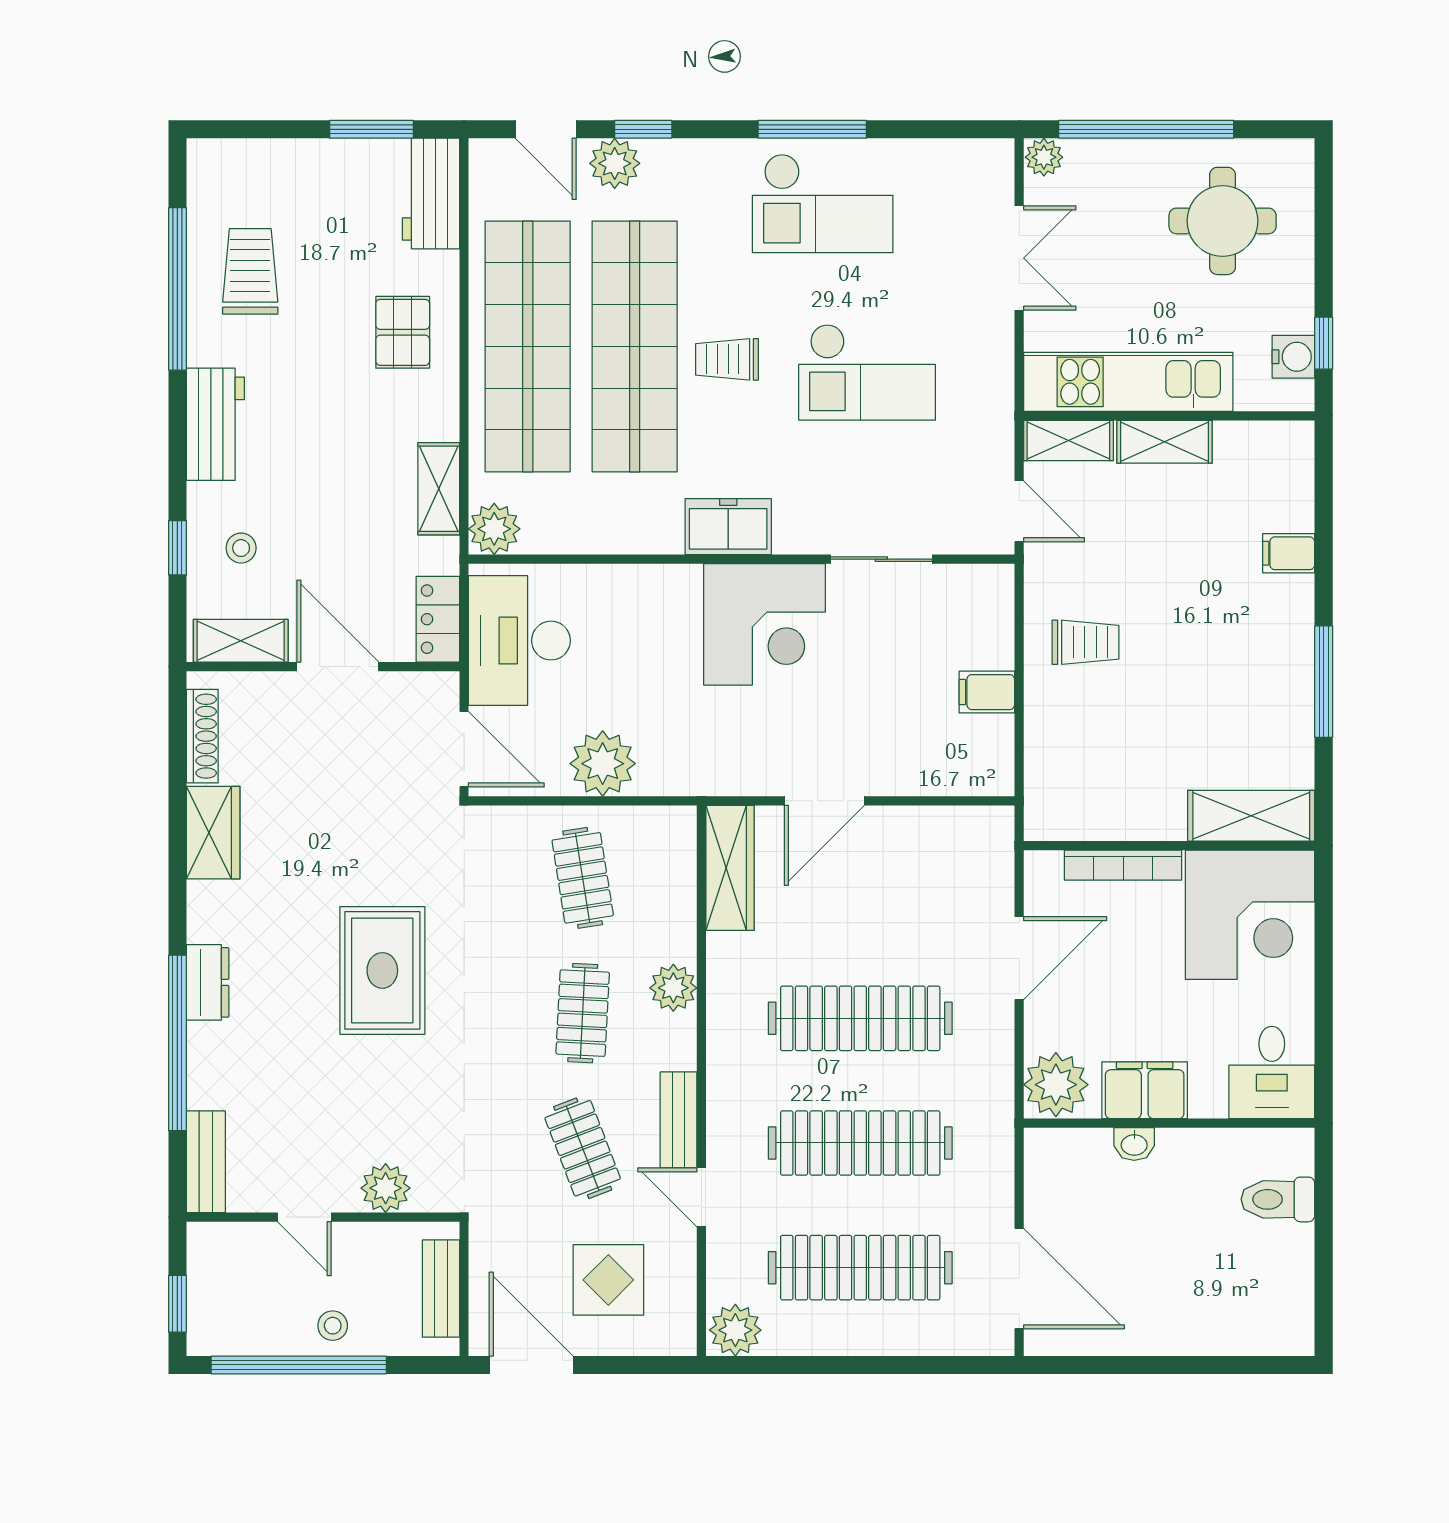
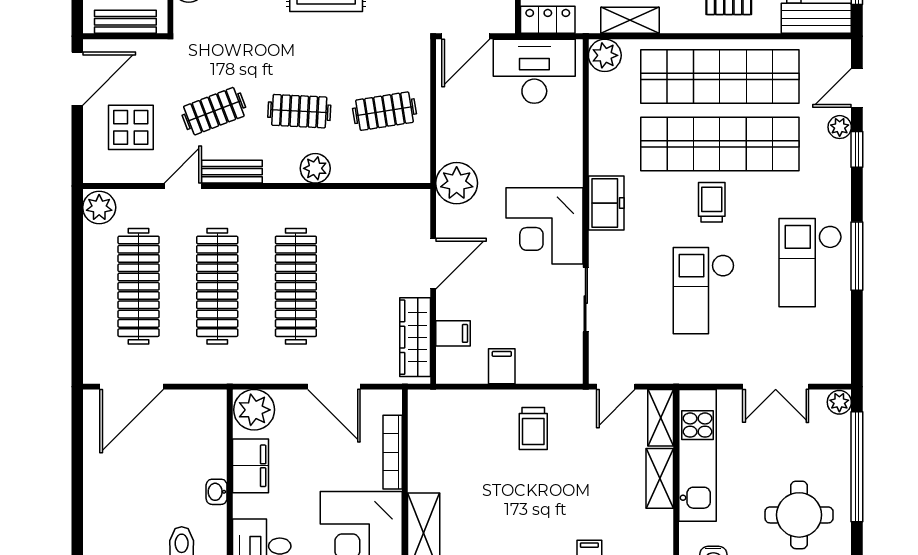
plant: (615, 163) -> (840, 127), width x0.73, depth x0.73
plant: (603, 764) -> (457, 183), moved
filing cabinet: (935, 769) -> (453, 333), added
door: (824, 801) -> (433, 264), swing flipped
wardrobe: (730, 868) -> (415, 337), moved, turned 90
washbasin: (1134, 1144) -> (217, 492), moved

